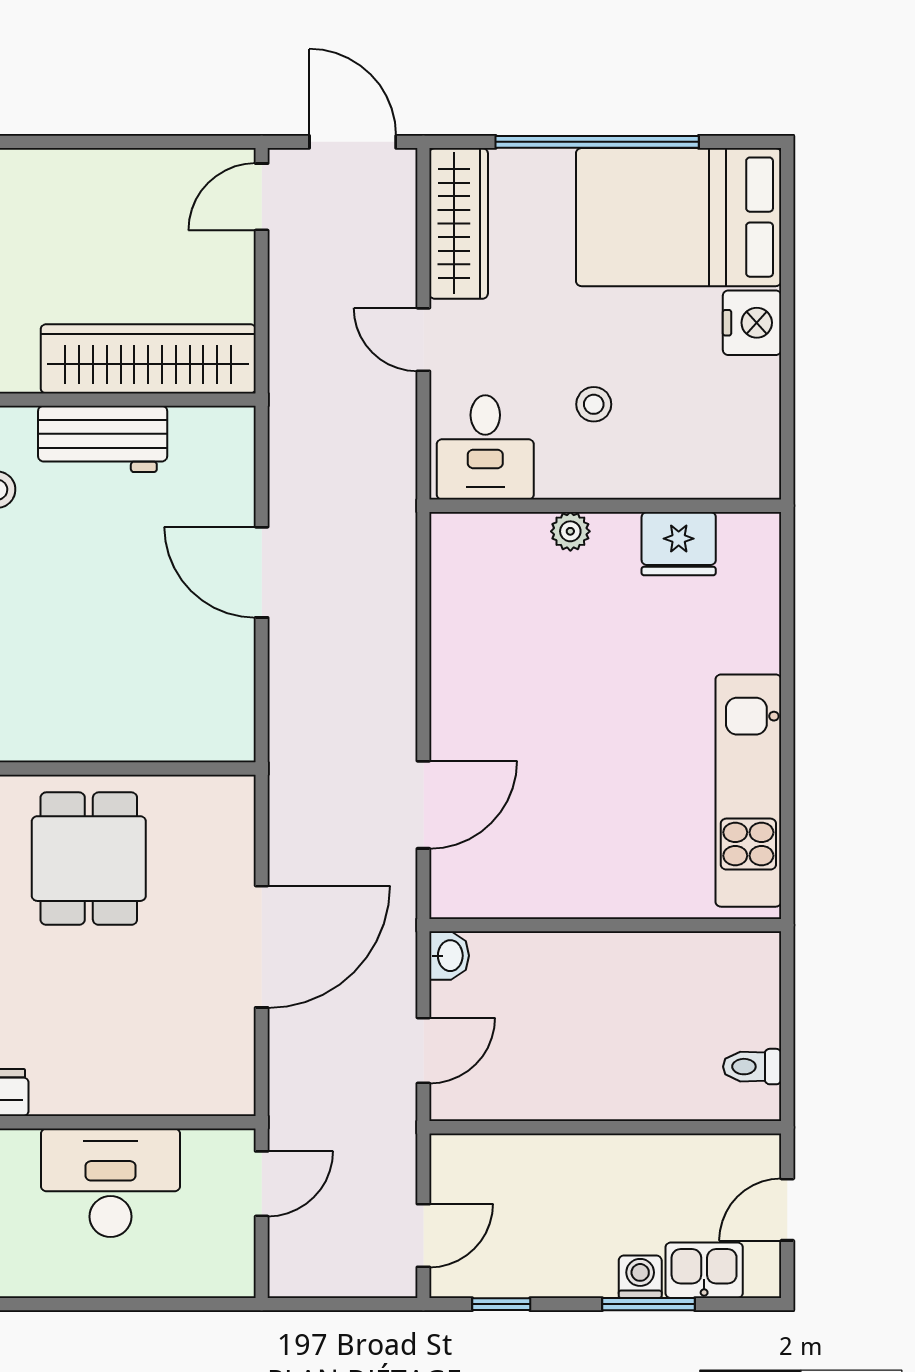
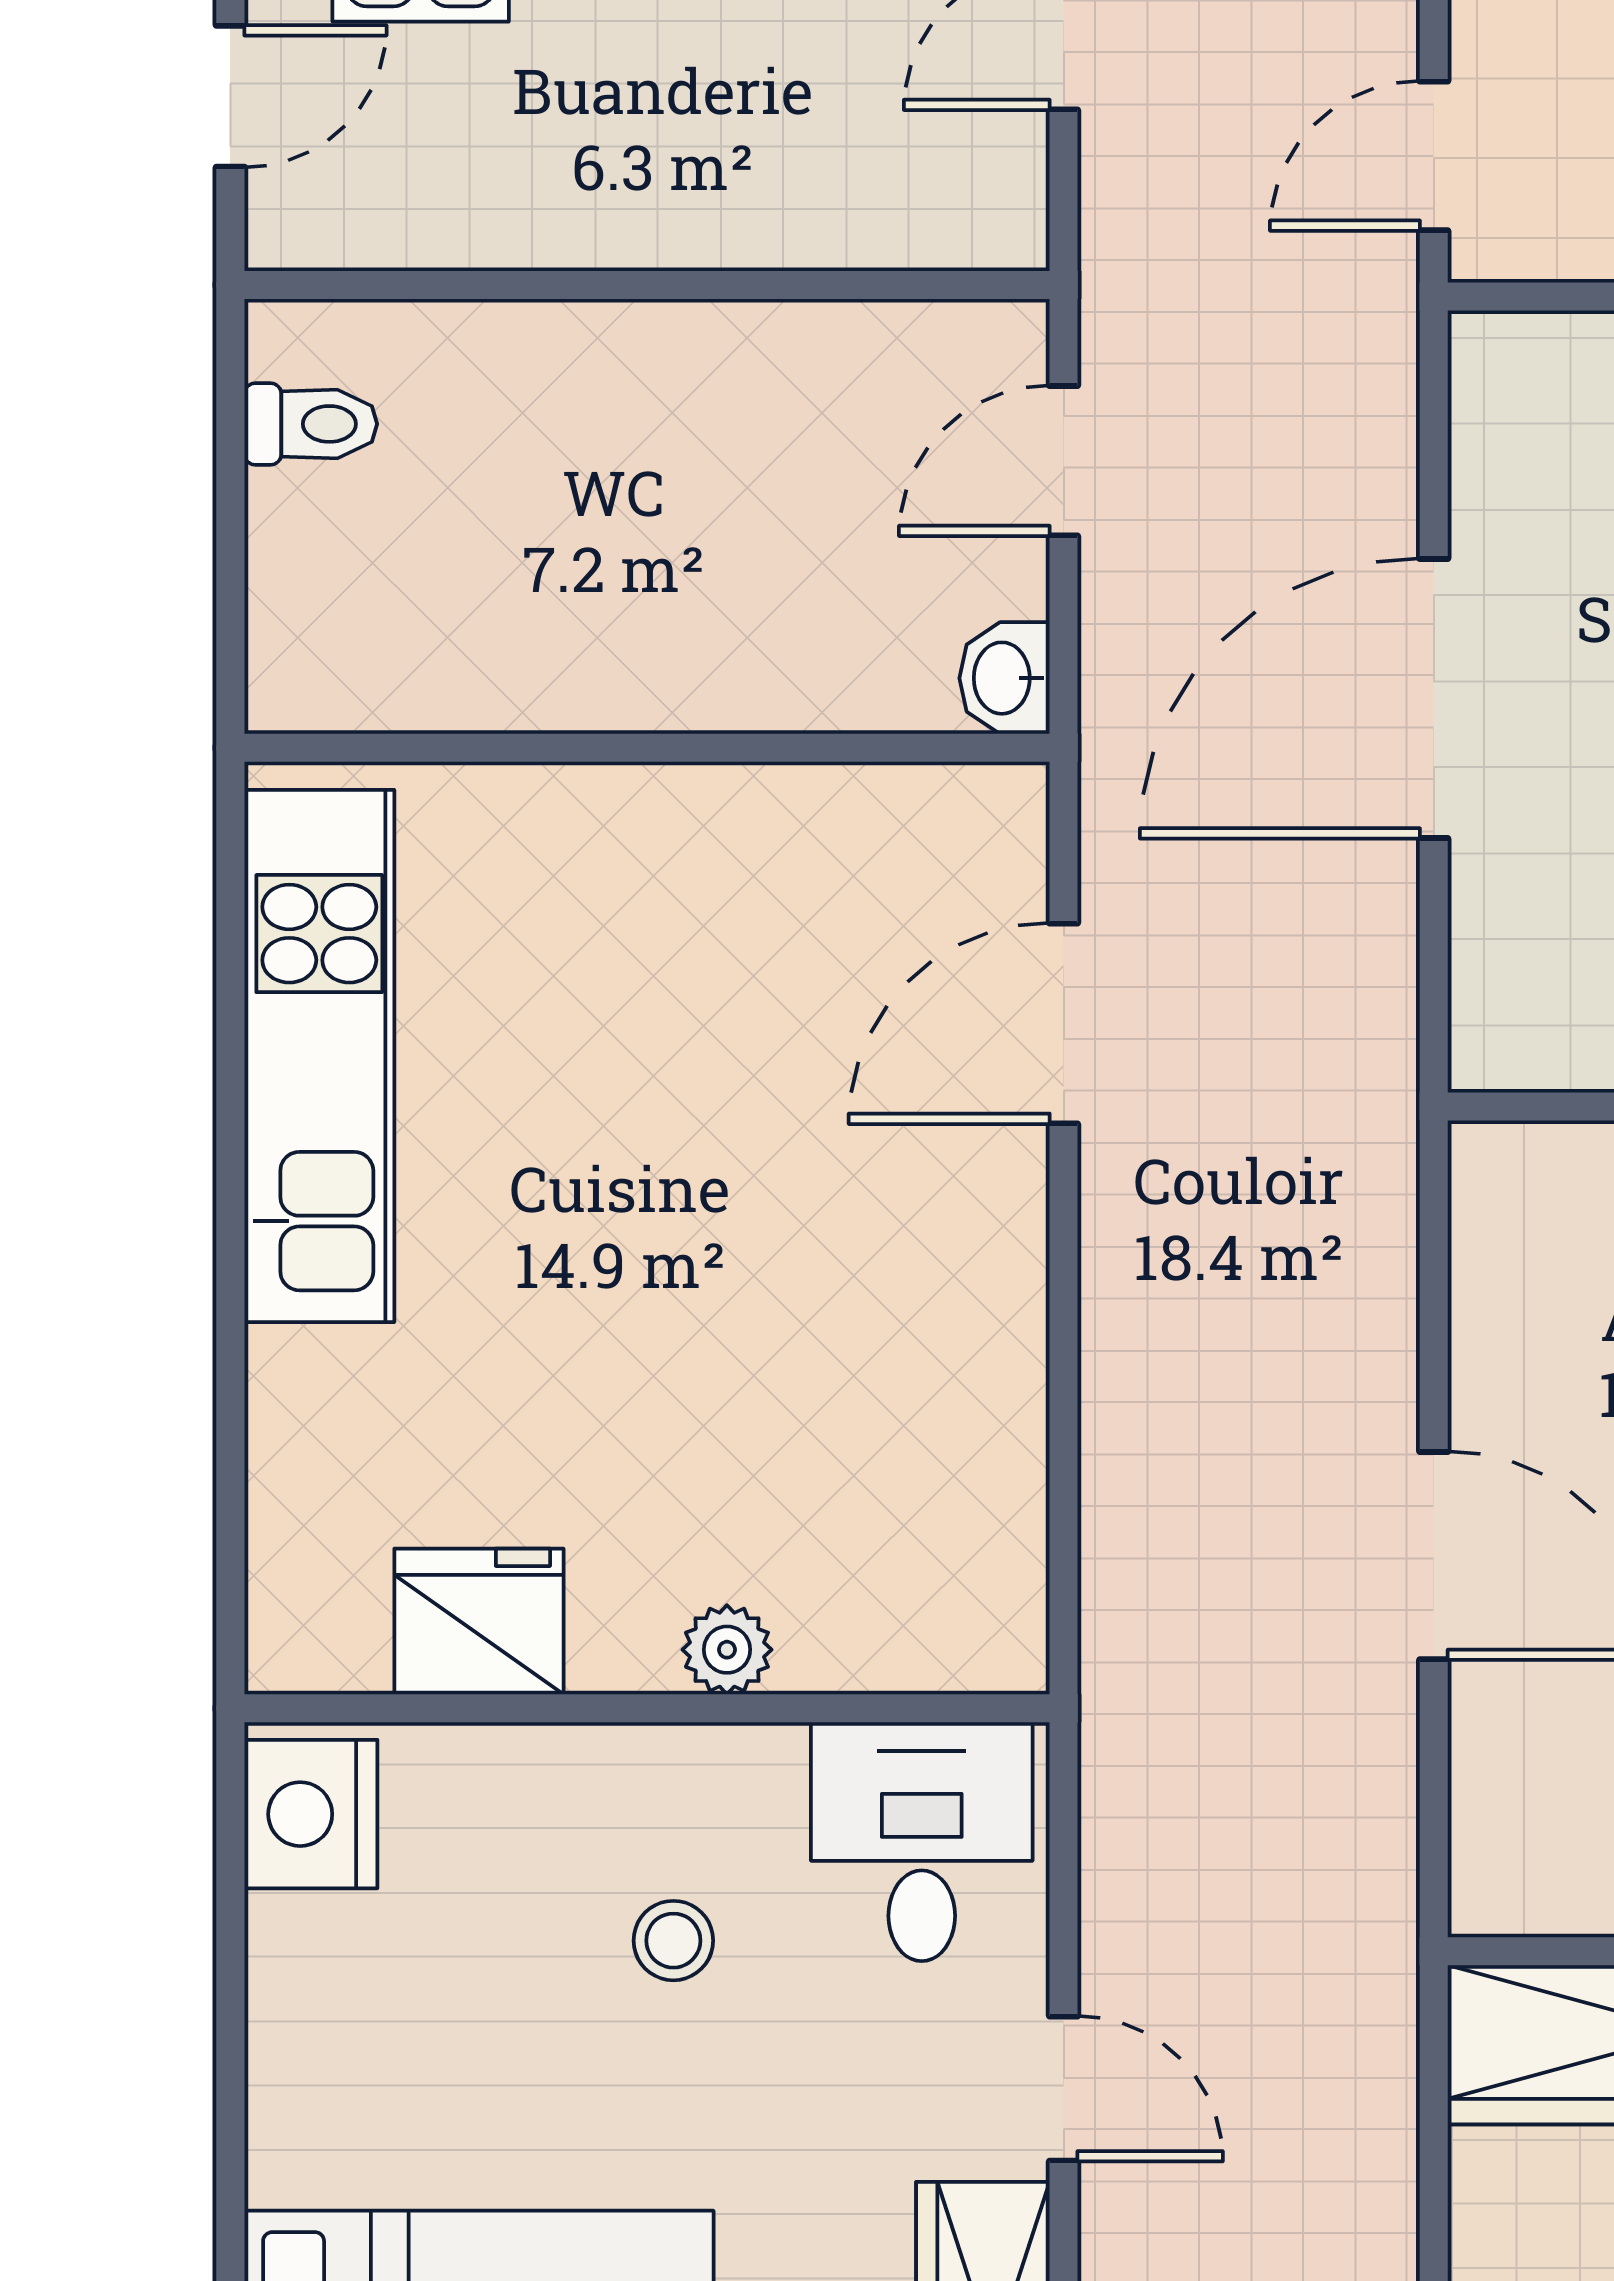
nightstand: (752, 323) -> (311, 1814), moved

